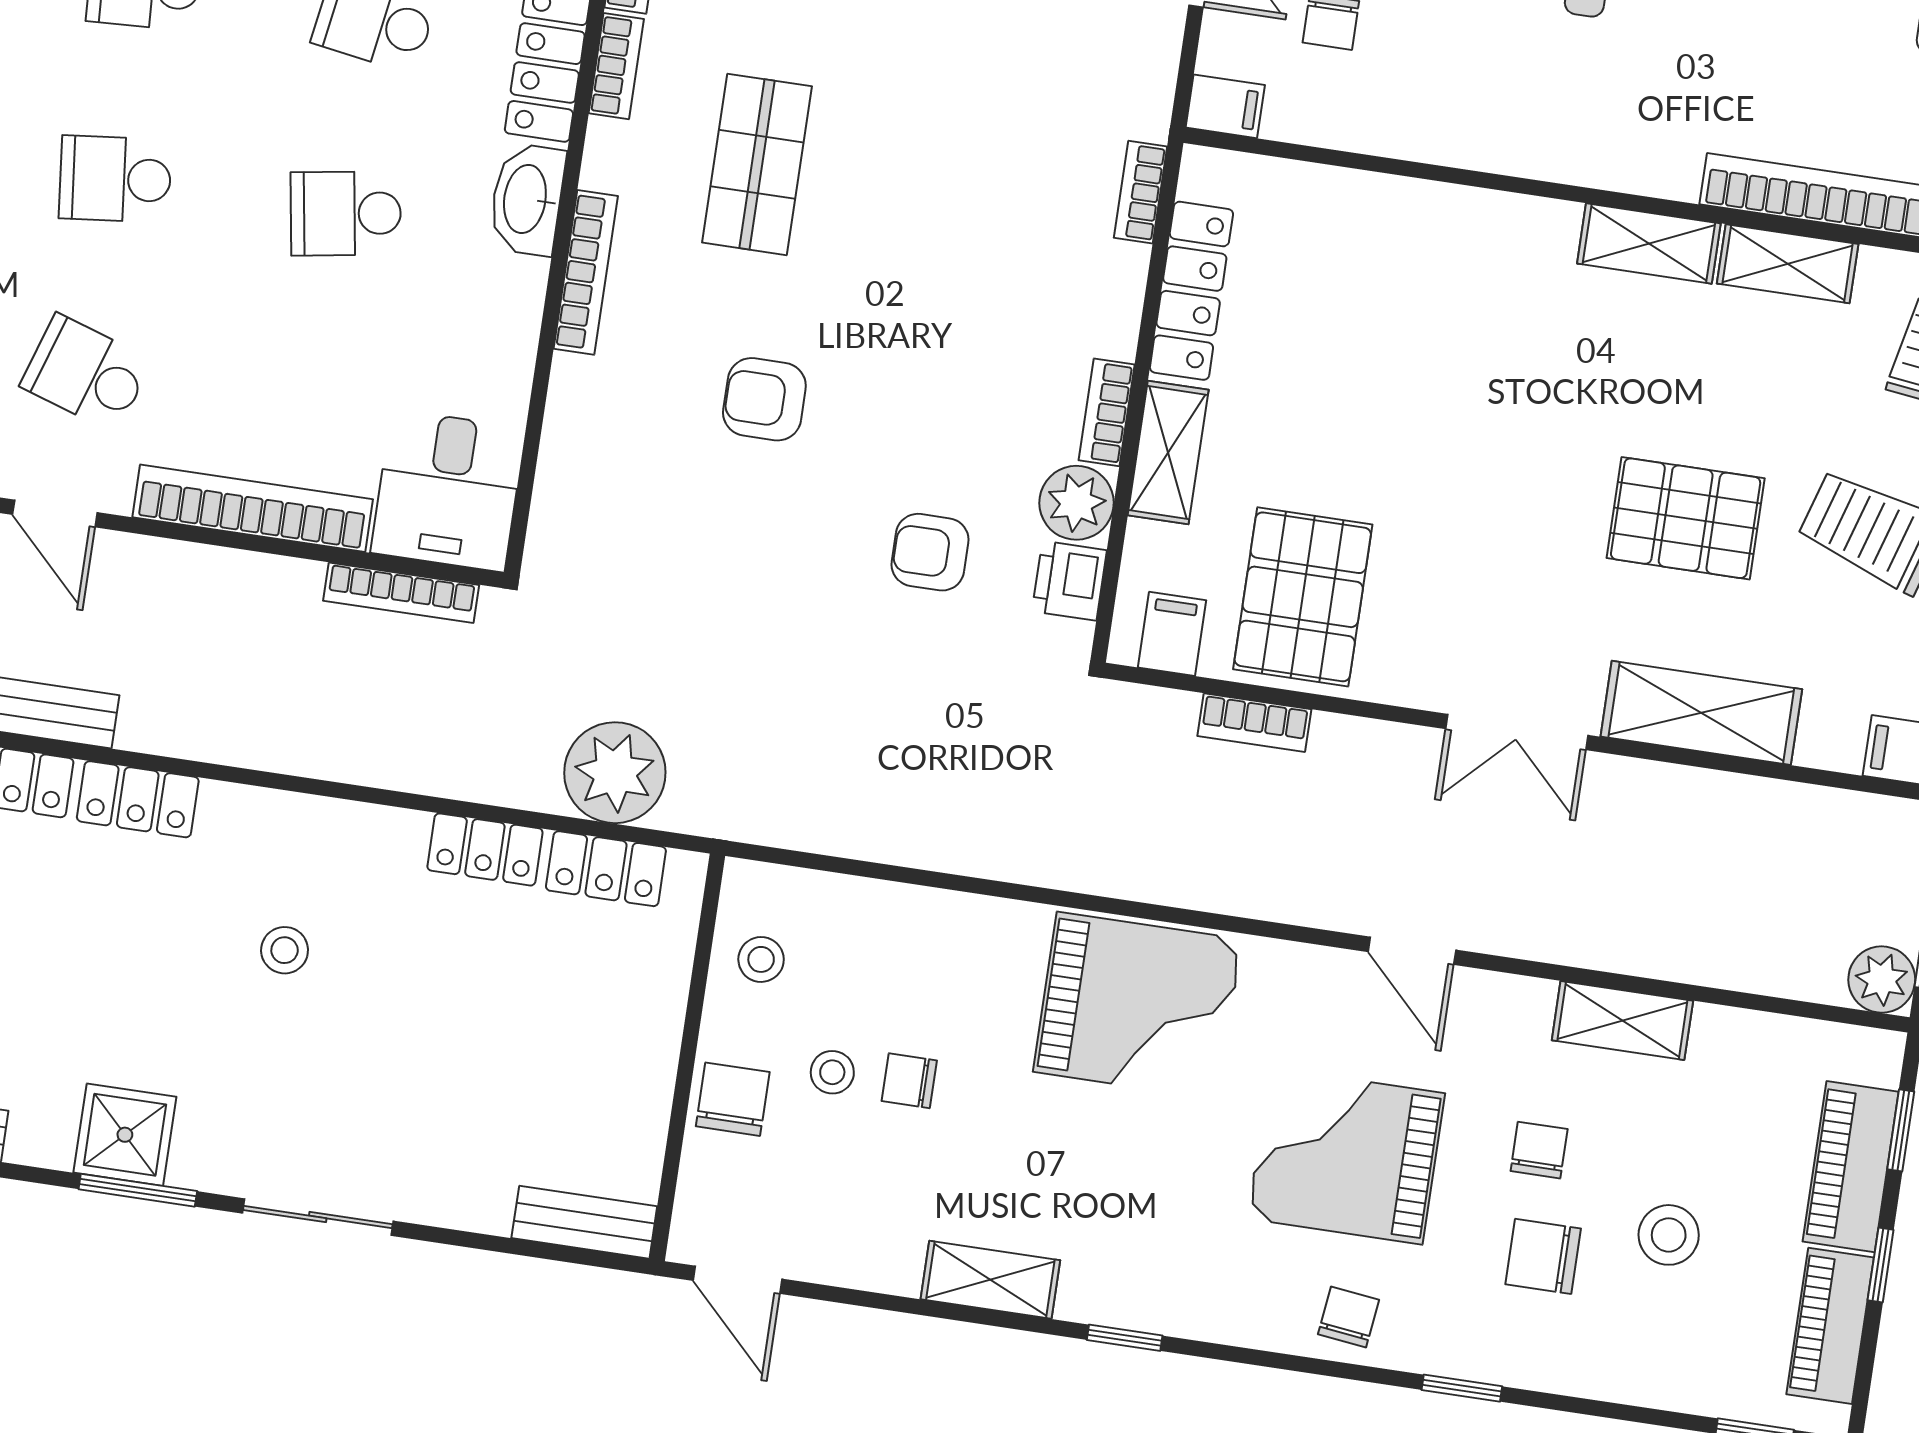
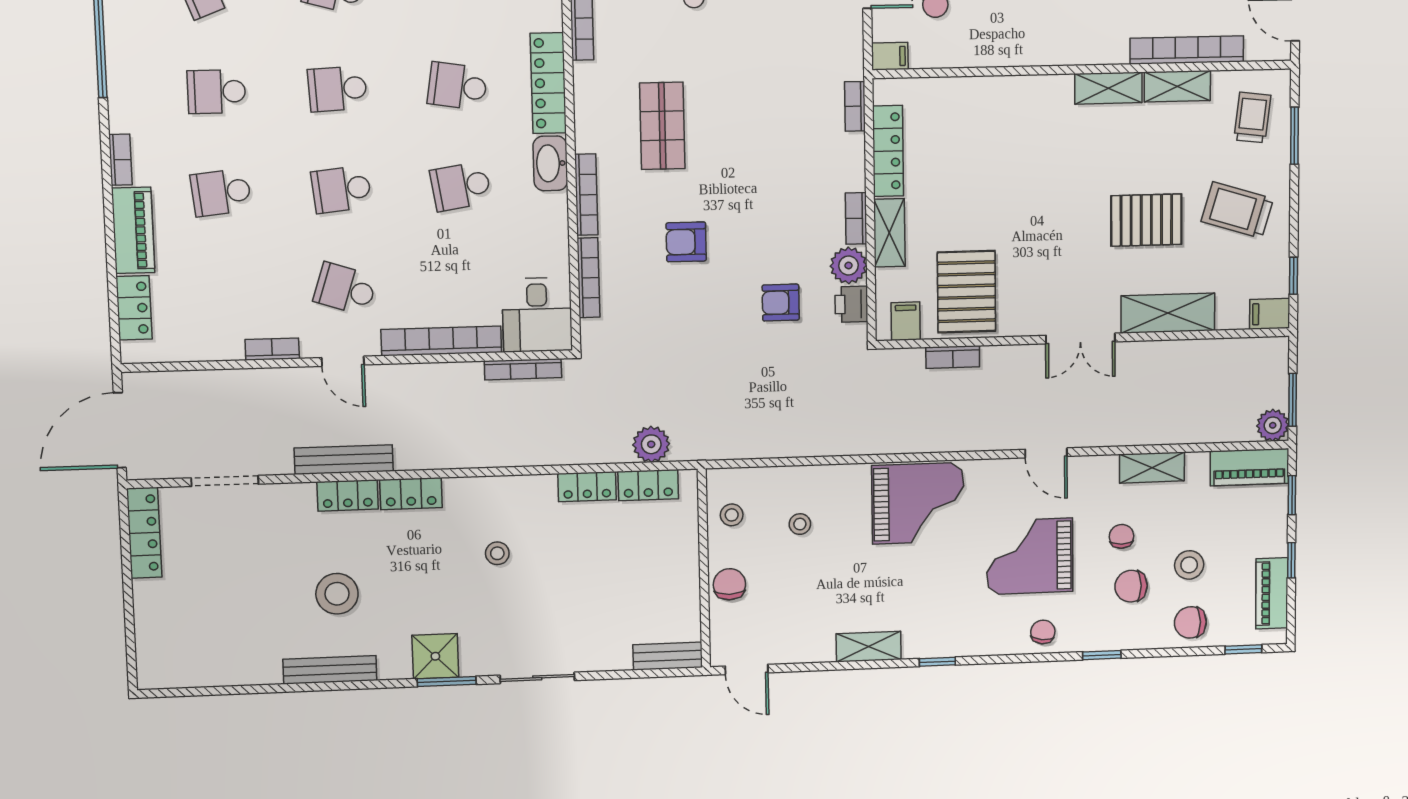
bookcase: (616, 66) -> (588, 278), moved, width x1.56
plant: (615, 773) -> (651, 444), width x0.73, depth x0.73
stool: (832, 1072) -> (800, 524), moved
chair: (909, 1081) -> (1190, 622), moved, width x1.37, depth x1.37
piano: (1851, 1167) -> (1249, 467), moved, turned -90

